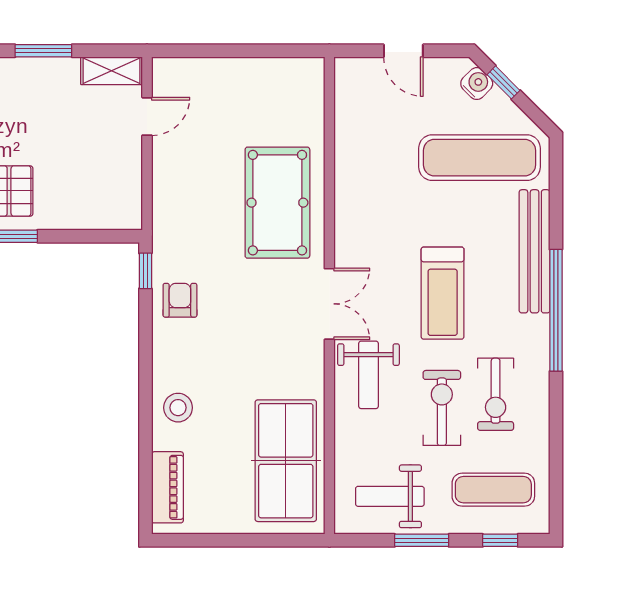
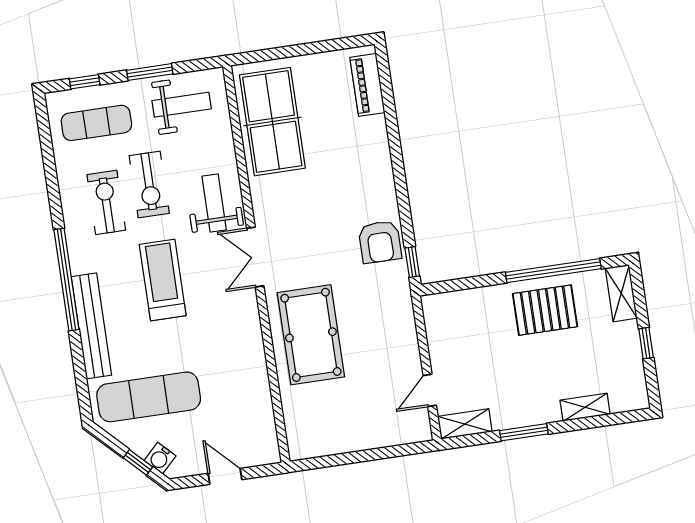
armchair: (180, 300) -> (380, 242), width x1.38, depth x1.38
stool: (178, 408) -> (368, 152), removed

